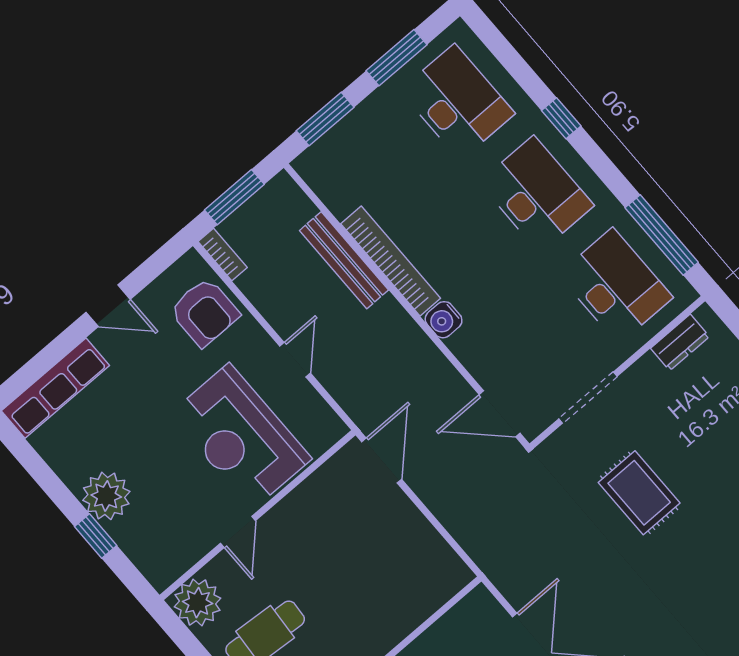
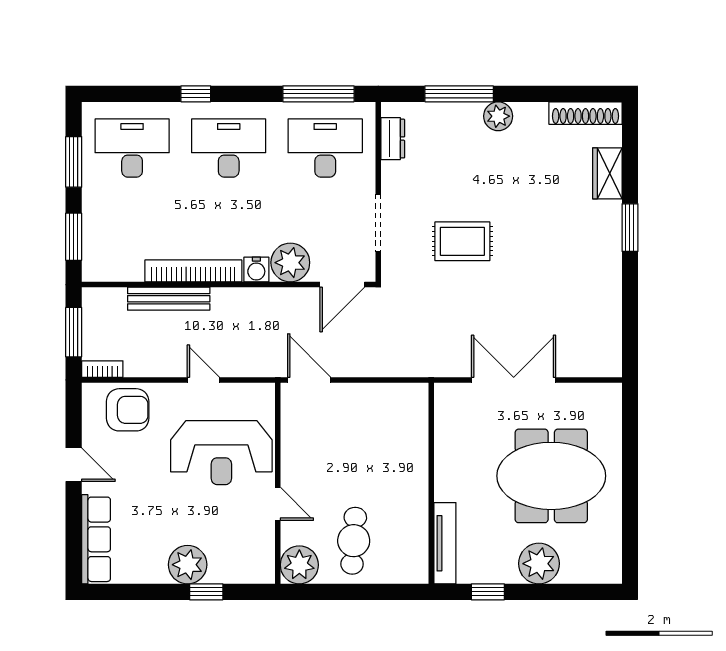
door: (108, 306) -> (74, 465), hinge flipped
plant: (478, 346) -> (290, 263), added

